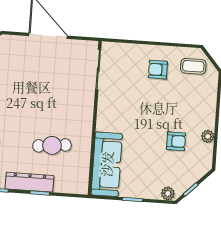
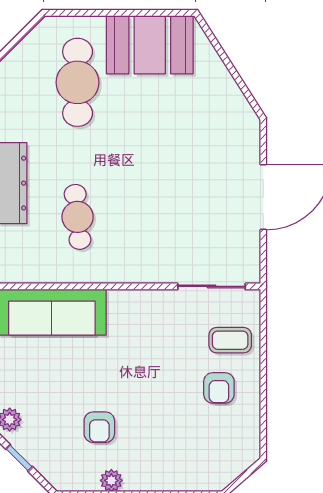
coffee table: (193, 66) -> (230, 340), moved, turned 90
armchair: (158, 70) -> (219, 388), turned 180

